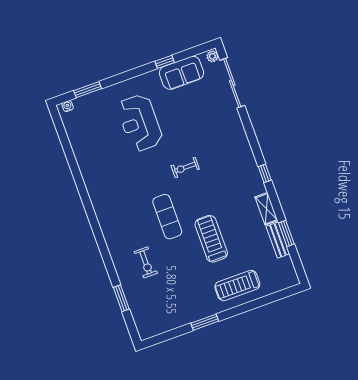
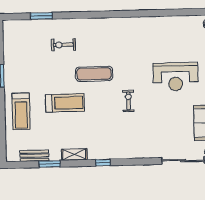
reception desk: (140, 123) -> (176, 77), turned 180
bench: (278, 240) -> (34, 156), moved
treadmill: (237, 286) -> (21, 111), turned 180

